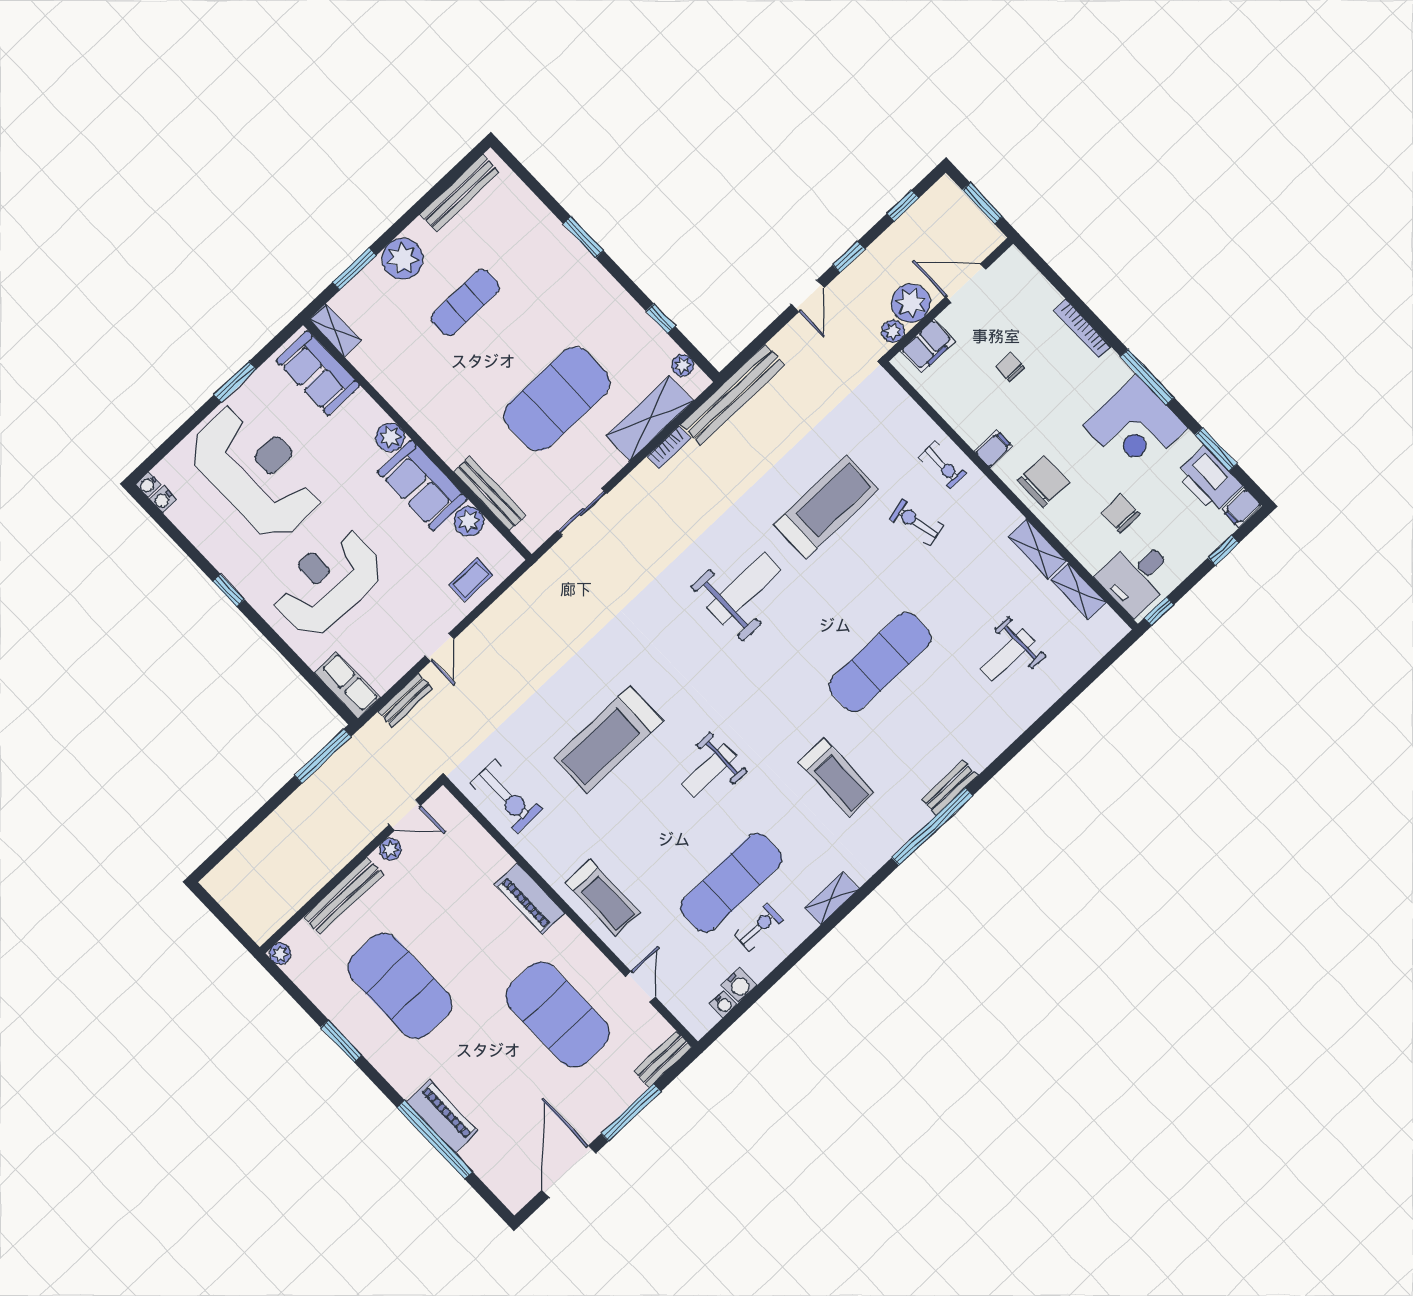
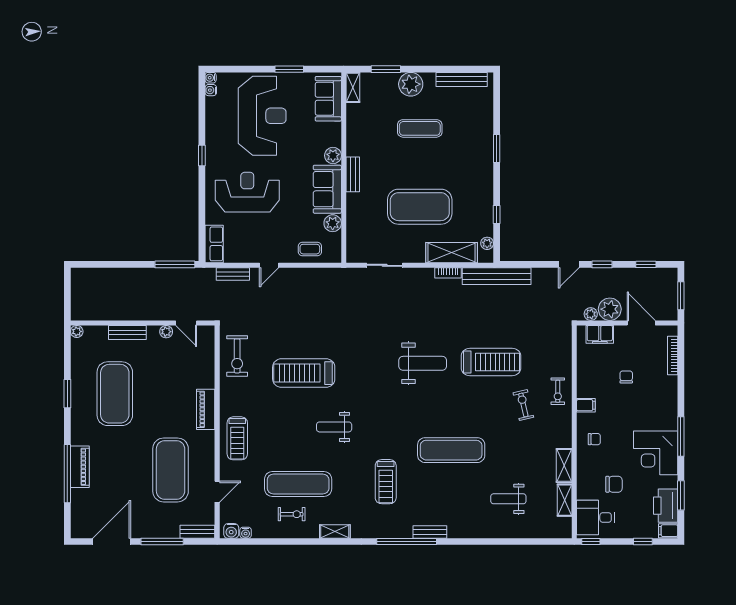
bookcase: (1082, 329) -> (673, 355), moved
chair: (1044, 481) -> (594, 439), width x0.54, depth x0.54
bench: (490, 493) -> (353, 174), moved, width x0.73
chair: (1121, 514) -> (614, 484), turned 90
bench: (344, 896) -> (127, 332), width x0.73
water cooler: (739, 985) -> (231, 531), moved

